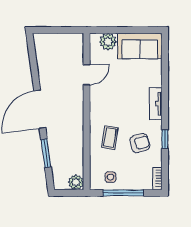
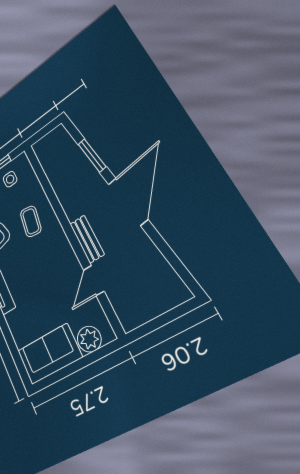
bench: (77, 102) -> (87, 239), added
plant: (76, 182) -> (42, 148), removed

